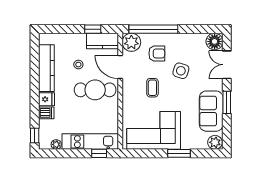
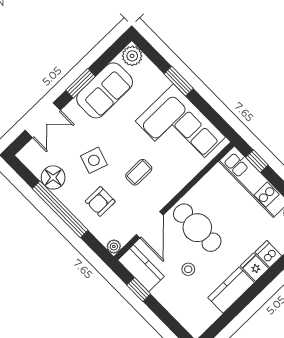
window: (153, 29) -> (60, 209), moved
floor lamp: (215, 41) -> (53, 177), moved
plant: (131, 42) -> (114, 246), width x0.53, depth x0.53
armchair: (157, 53) -> (100, 201), turned -90
kitchen counter: (46, 68) -> (231, 290), width x0.67

